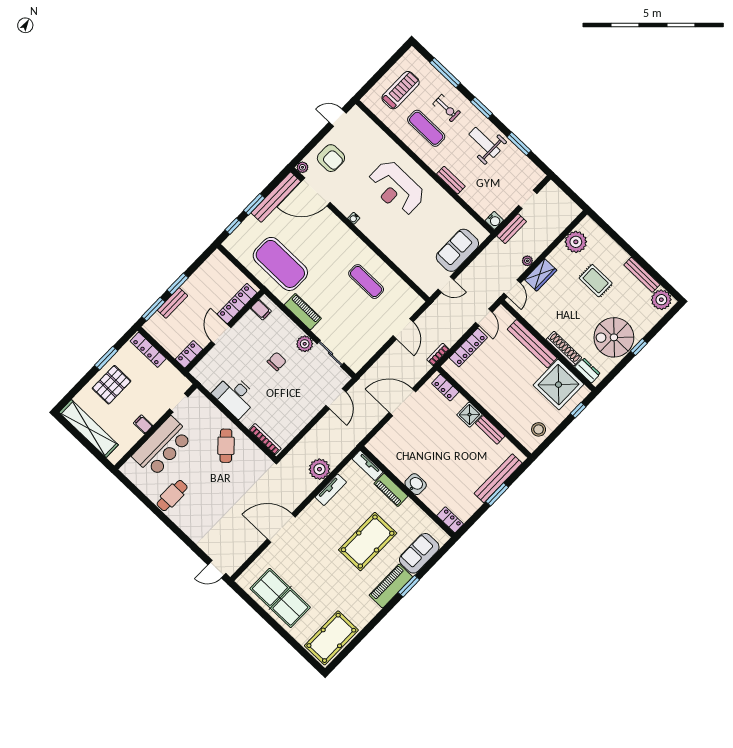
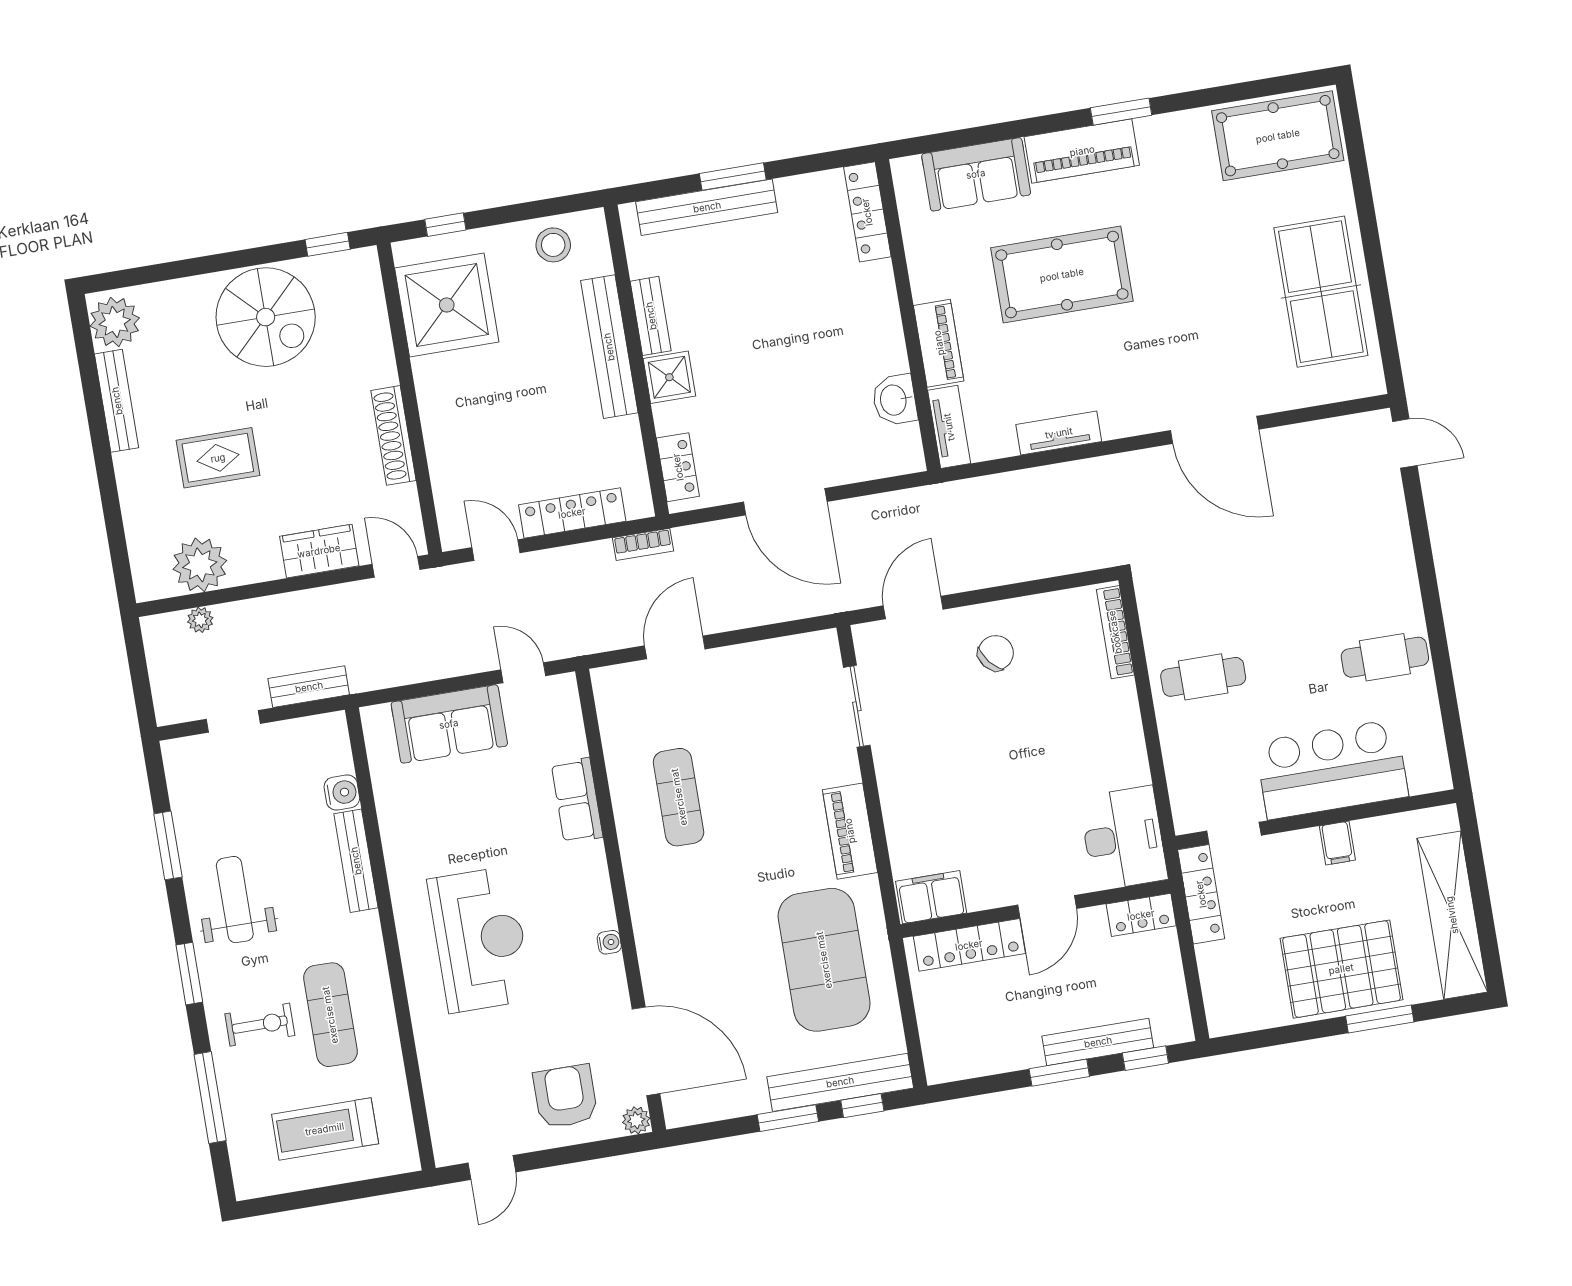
exercise bike: (447, 108) -> (260, 1025), turned 90
door: (338, 118) -> (492, 1168), hinge flipped
weight bench: (485, 142) -> (235, 900), turned 180
bench: (451, 180) -> (356, 861), width x1.36
bench: (276, 197) -> (840, 1082), moved
water cooler: (494, 220) -> (342, 793), moved, turned 90
row of seats: (398, 256) -> (577, 800), added
plant: (527, 261) -> (200, 620), moved
rug: (596, 281) -> (218, 458), turned 90
door: (512, 288) -> (396, 567), hinge flipped
bench: (173, 303) -> (1098, 1042), width x1.36
window: (153, 309) -> (1145, 1058), width x0.67
filing cabinet: (261, 310) -> (931, 897), width x2.00
door: (484, 317) -> (496, 550), hinge flipped
plant: (305, 344) -> (894, 764), removed
bench: (532, 344) -> (609, 347), moved
window: (639, 347) -> (328, 244), moved
shoe rack: (564, 349) -> (393, 435), moved
locker: (148, 350) -> (1201, 894), moved
window: (106, 358) -> (1380, 1019), moved
chair: (277, 361) -> (996, 653), moved, turned 141
dresser: (588, 370) -> (368, 290), removed
pallet: (111, 385) -> (1341, 969), width x1.37, depth x1.41
desk: (235, 396) -> (1123, 838), moved
cafe table: (226, 446) -> (1203, 677), turned 43
plant: (319, 469) -> (1051, 491), removed
washbasin: (416, 484) -> (894, 400), moved
locker: (450, 520) -> (867, 212), width x1.53
window: (409, 586) -> (1121, 112), moved

